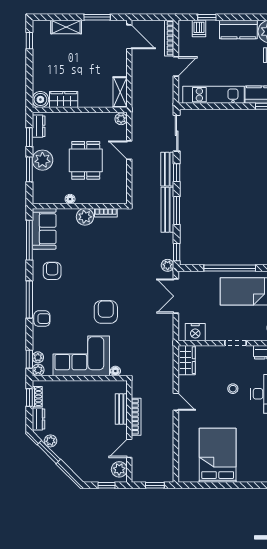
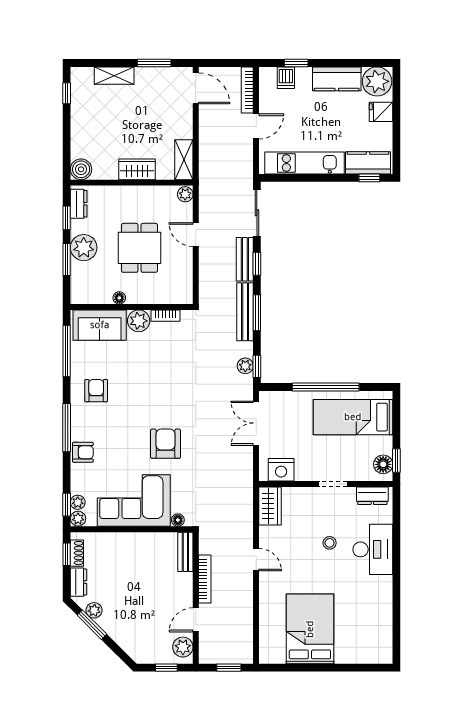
wardrobe: (64, 100) -> (137, 169), moved
sofa: (44, 229) -> (100, 325), moved, turned 90
plant: (168, 265) -> (245, 366), moved
bench: (121, 409) -> (185, 552), moved

